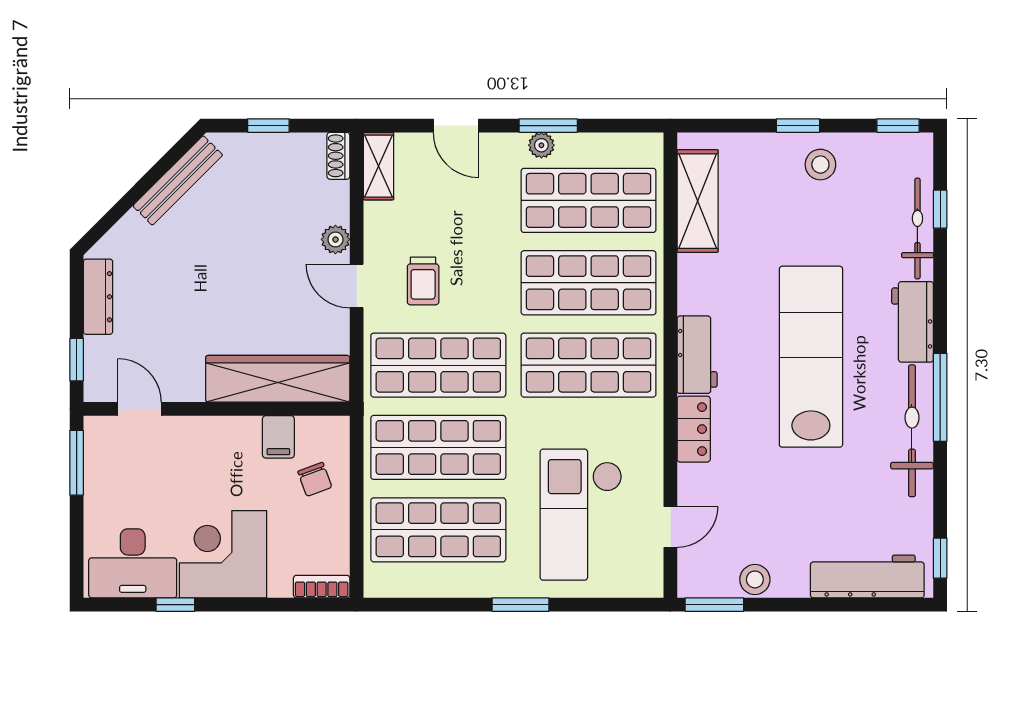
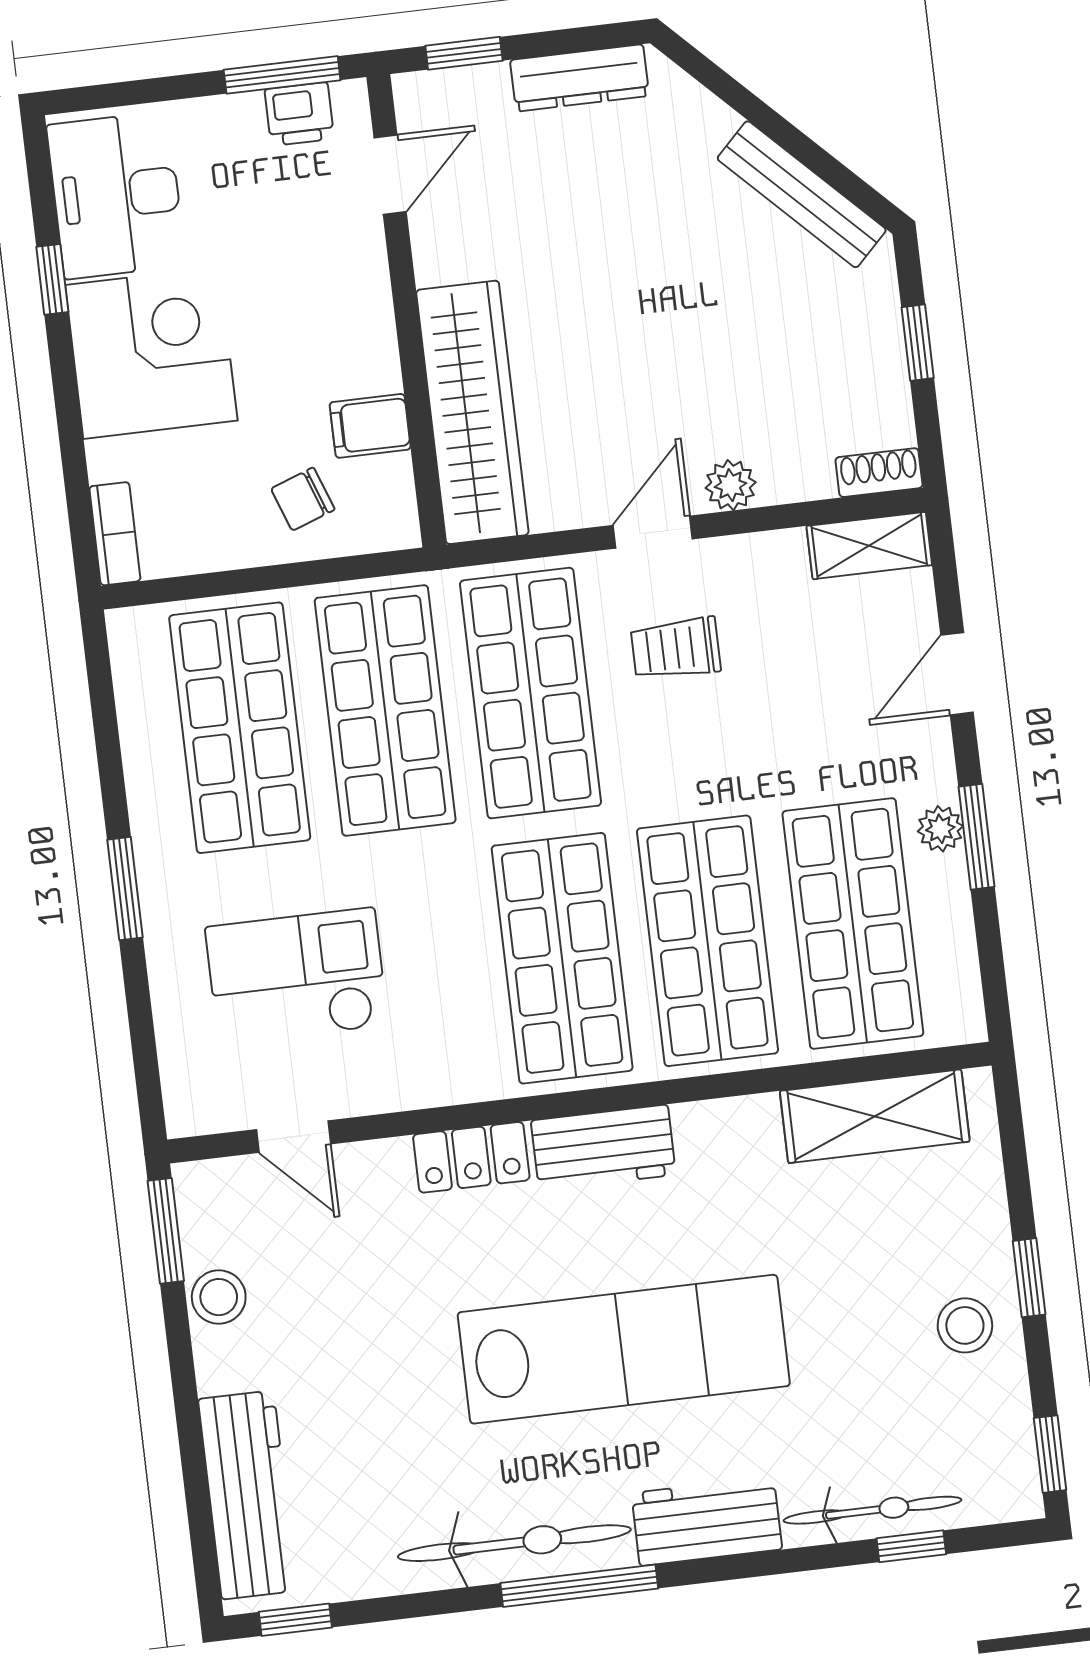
printer: (100, 456) -> (299, 114), added
checkout: (581, 515) -> (297, 976), width x0.73, depth x0.83

